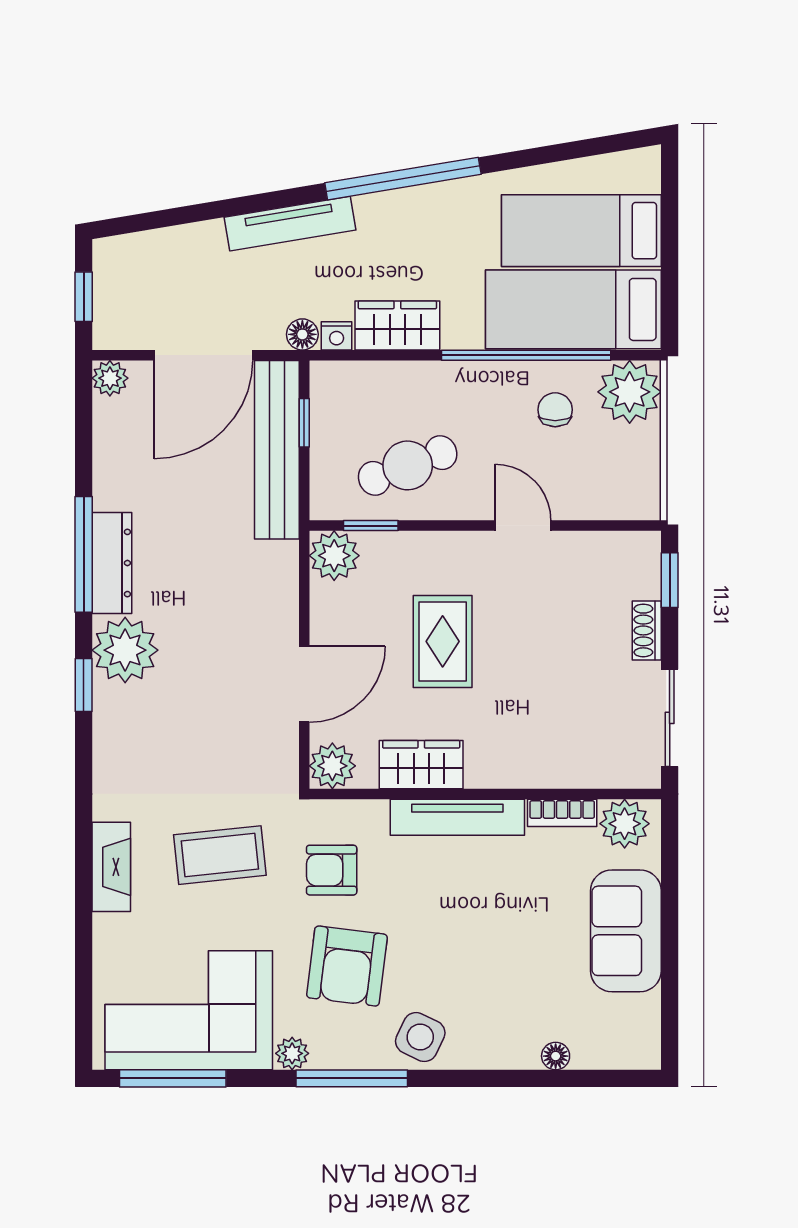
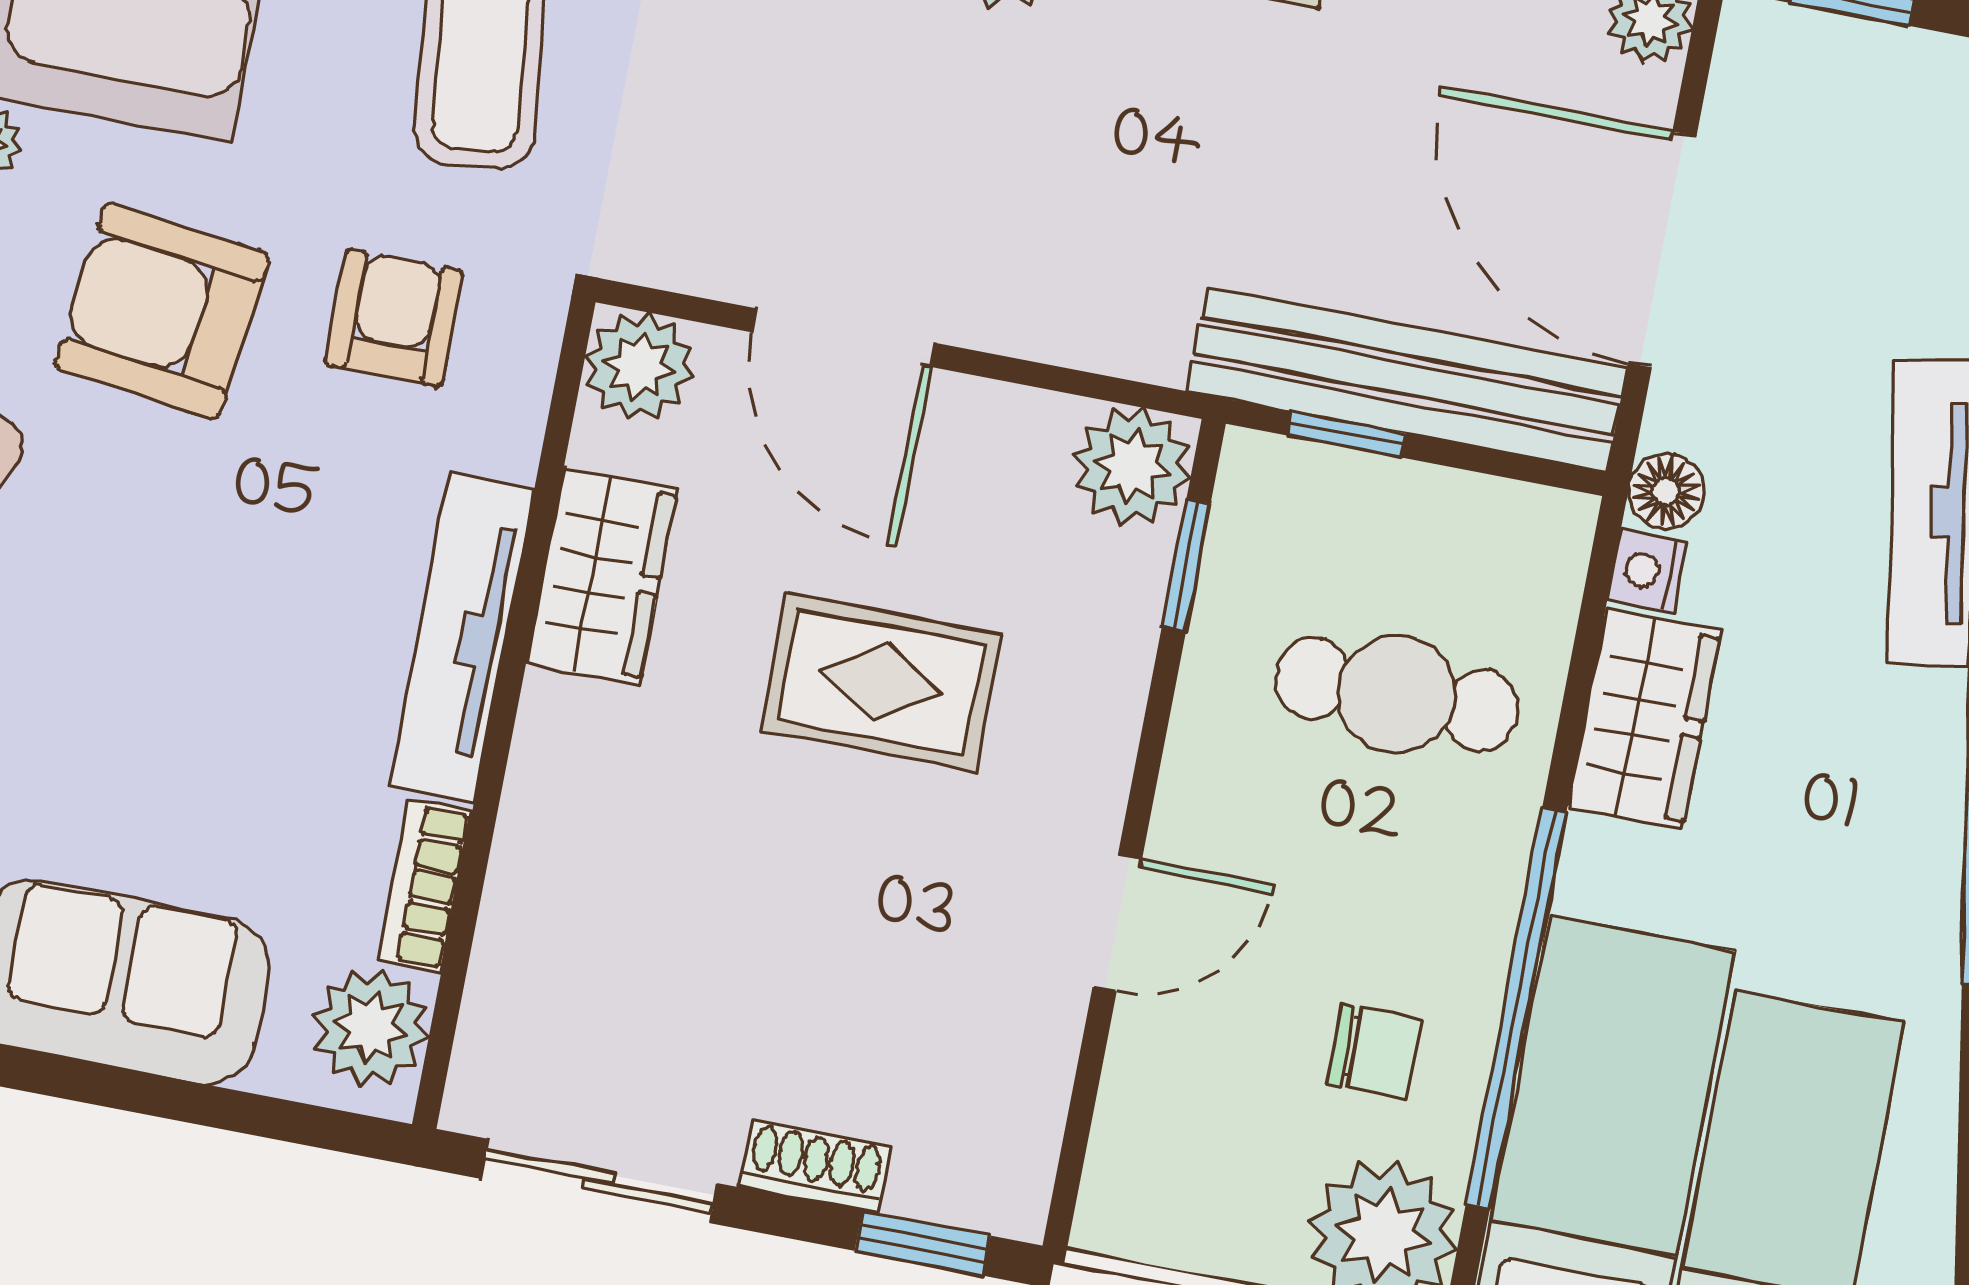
window: (304, 423) -> (1347, 434), moved
cafe table: (408, 465) -> (1397, 694), moved, turned -69

